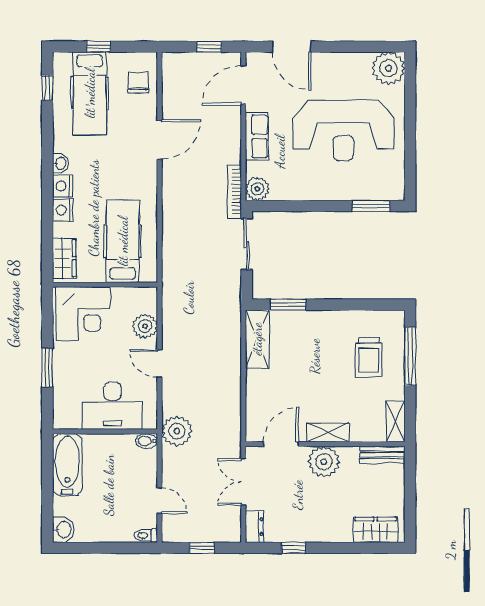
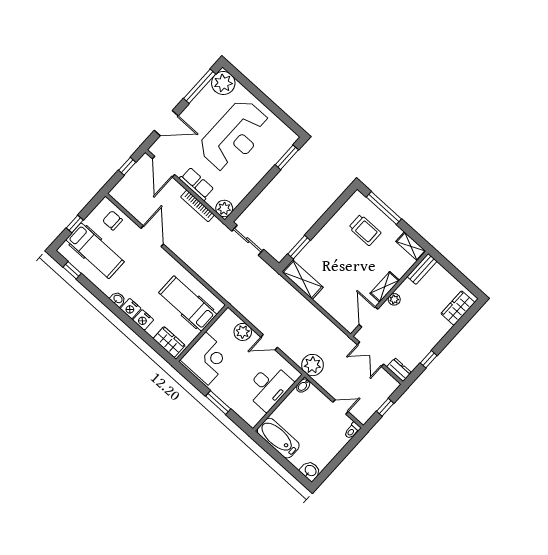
window: (362, 47) -> (200, 86), added
bookcase: (234, 192) -> (198, 206), moved
plant: (324, 462) -> (394, 299), width x0.53, depth x0.53

